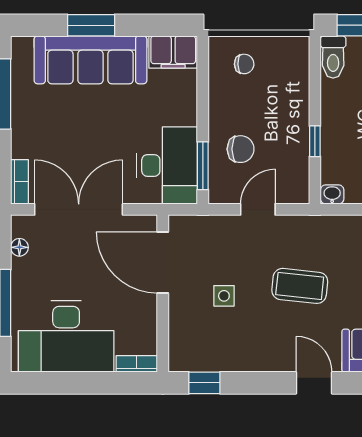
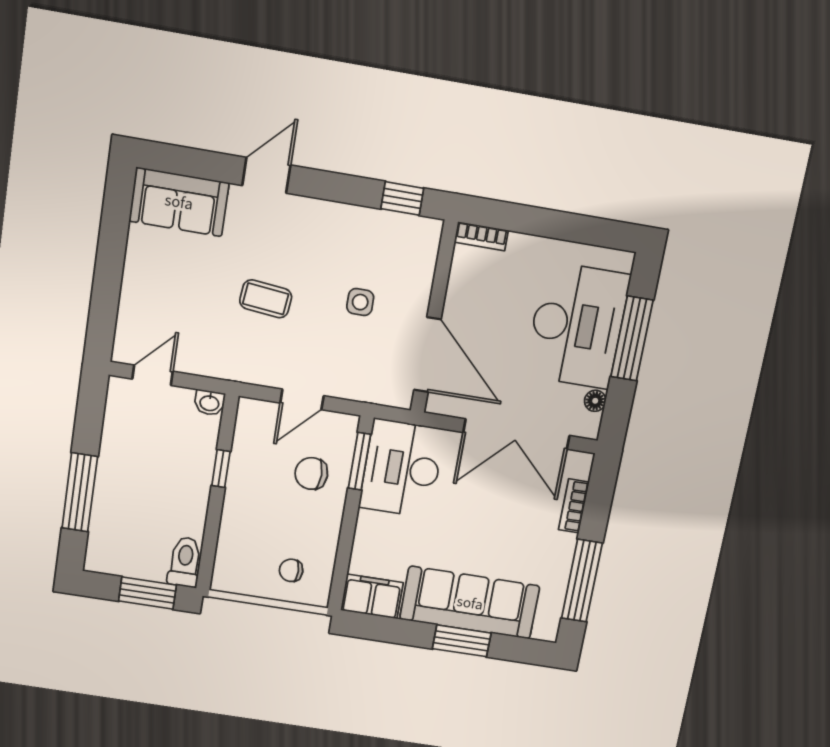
bookcase: (20, 182) -> (574, 506), moved
coffee table: (300, 286) -> (266, 299), width x0.73, depth x0.77
desk: (66, 336) -> (577, 325), moved, turned 90
door: (314, 383) -> (266, 175), swing flipped

